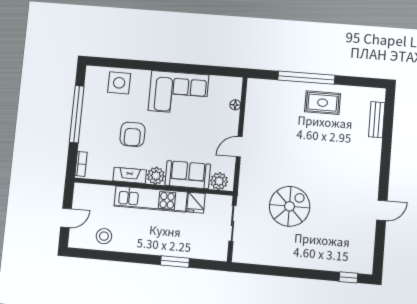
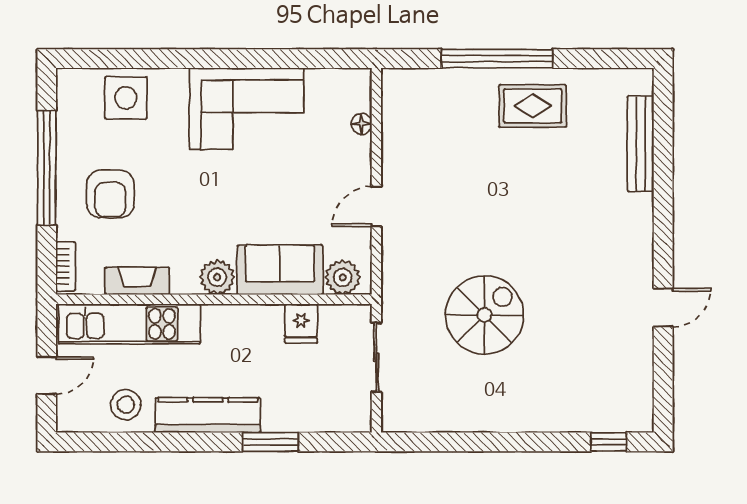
bench: (377, 120) -> (641, 144), width x1.36
armchair: (132, 134) -> (110, 194), moved
fireplace: (130, 175) -> (137, 281), moved
kitchen unit: (151, 199) -> (129, 324), moved
kitchen counter: (145, 245) -> (208, 415), added

